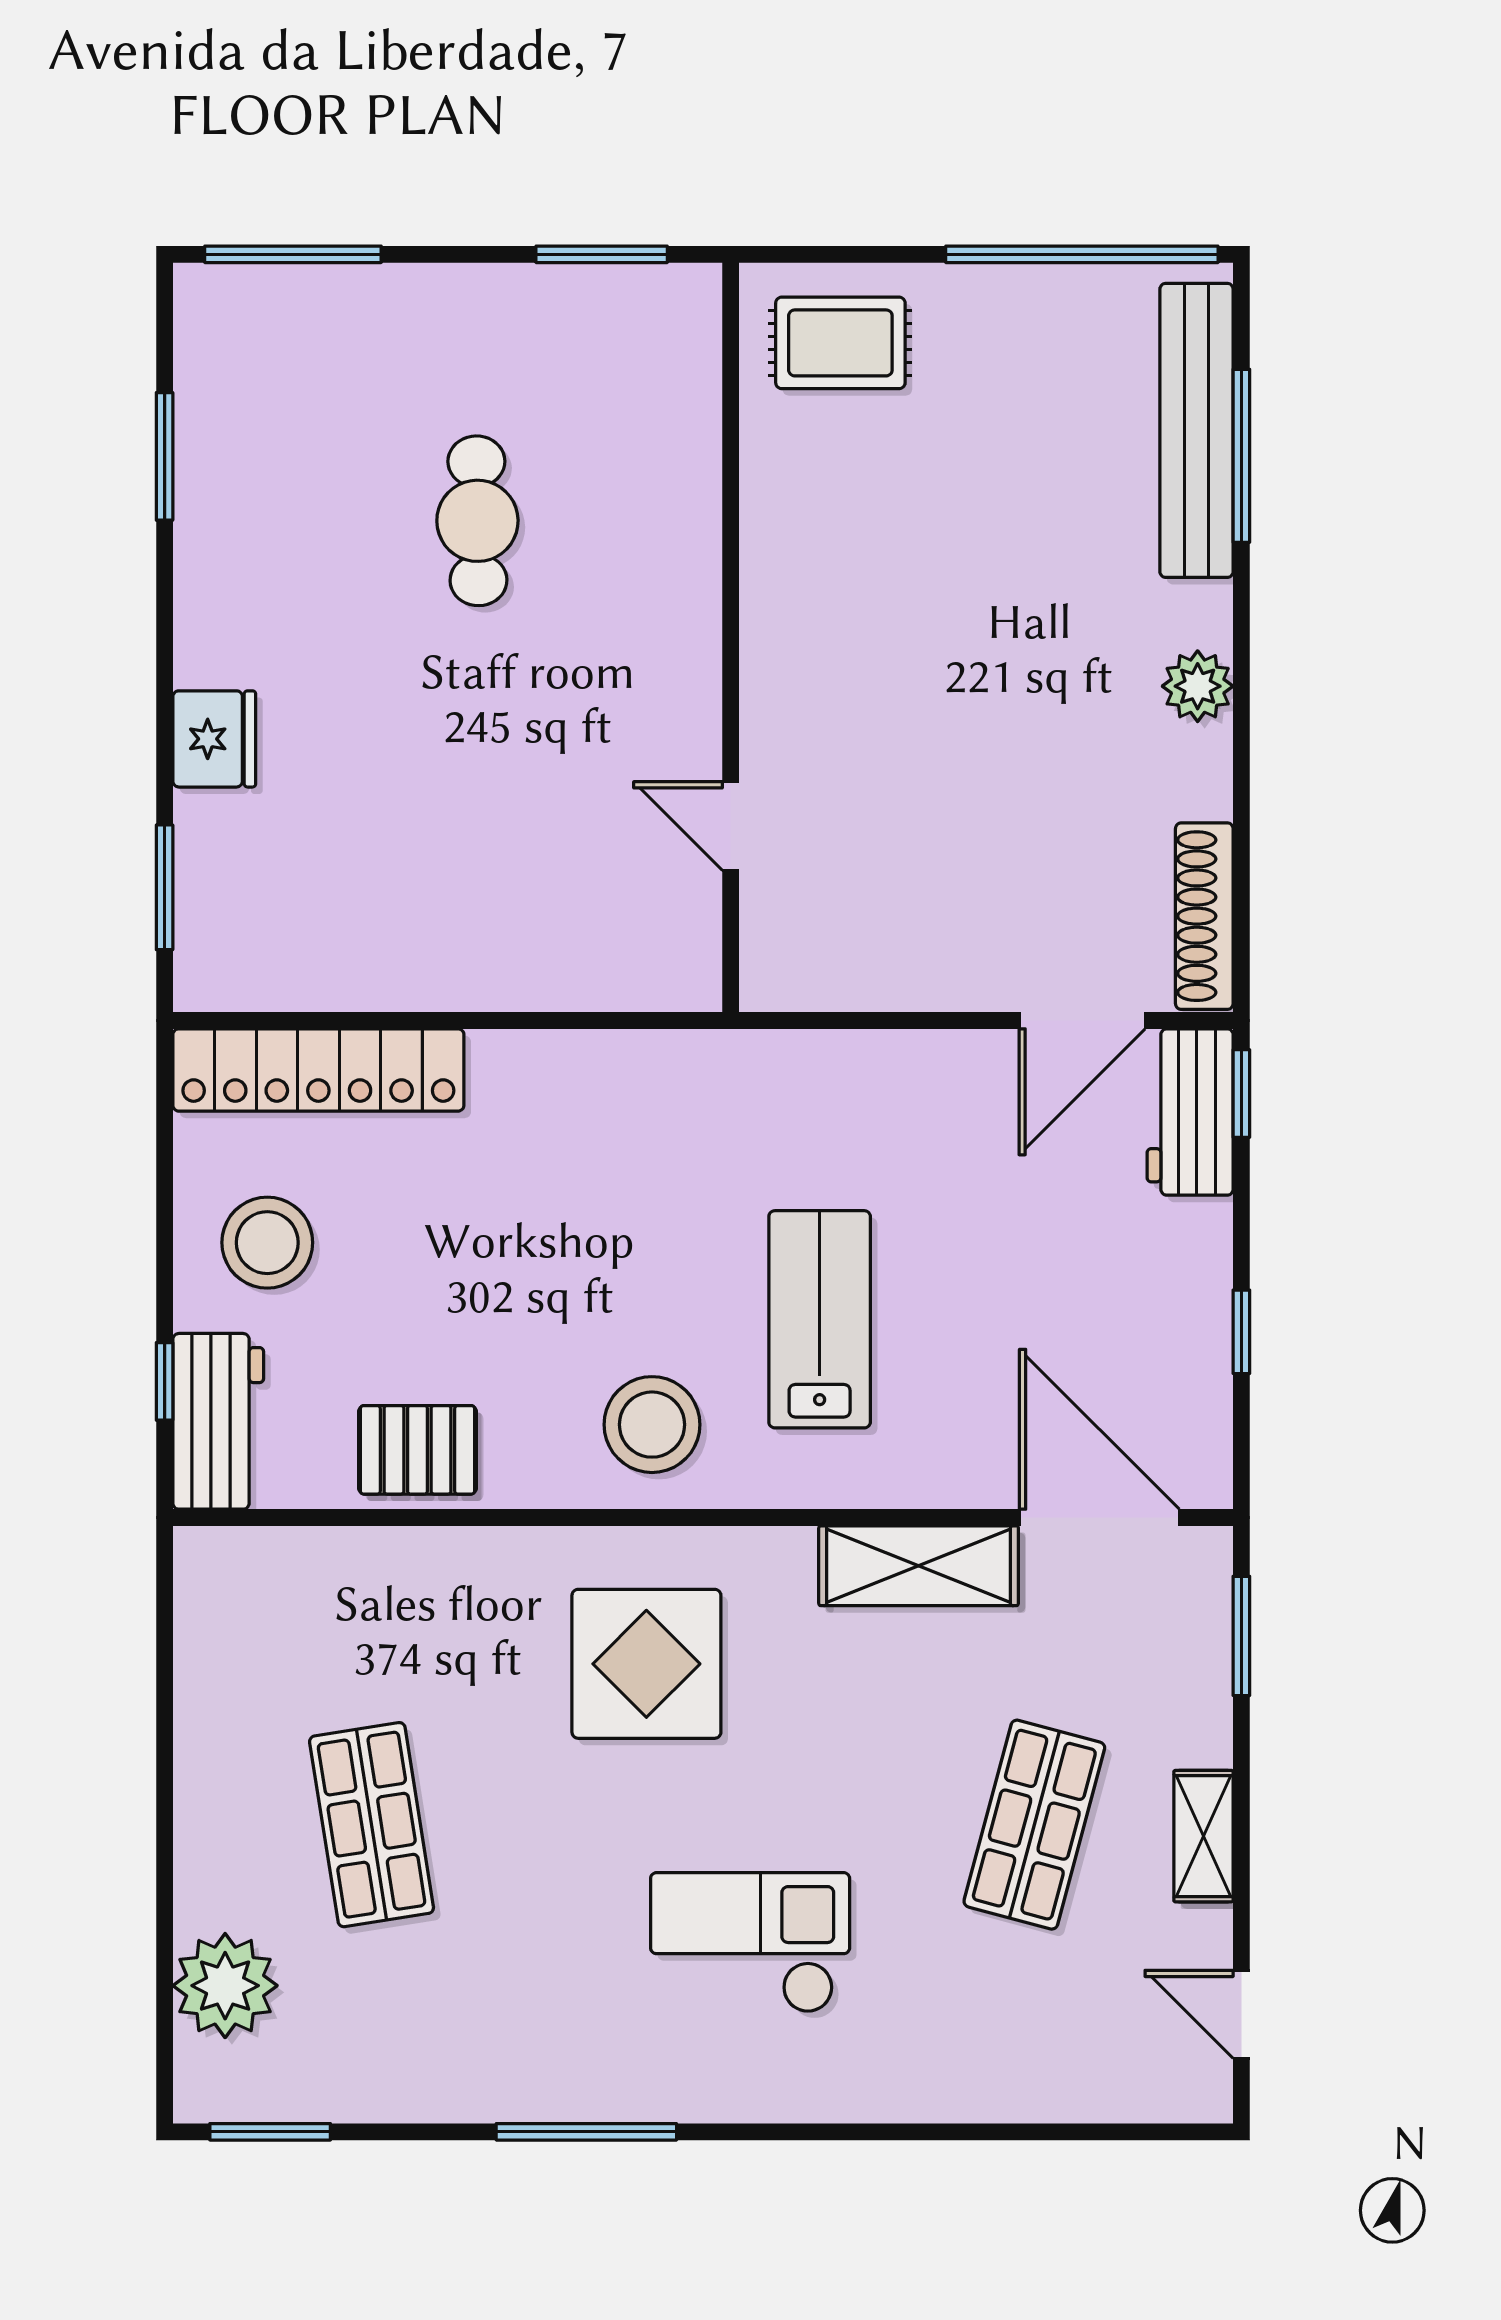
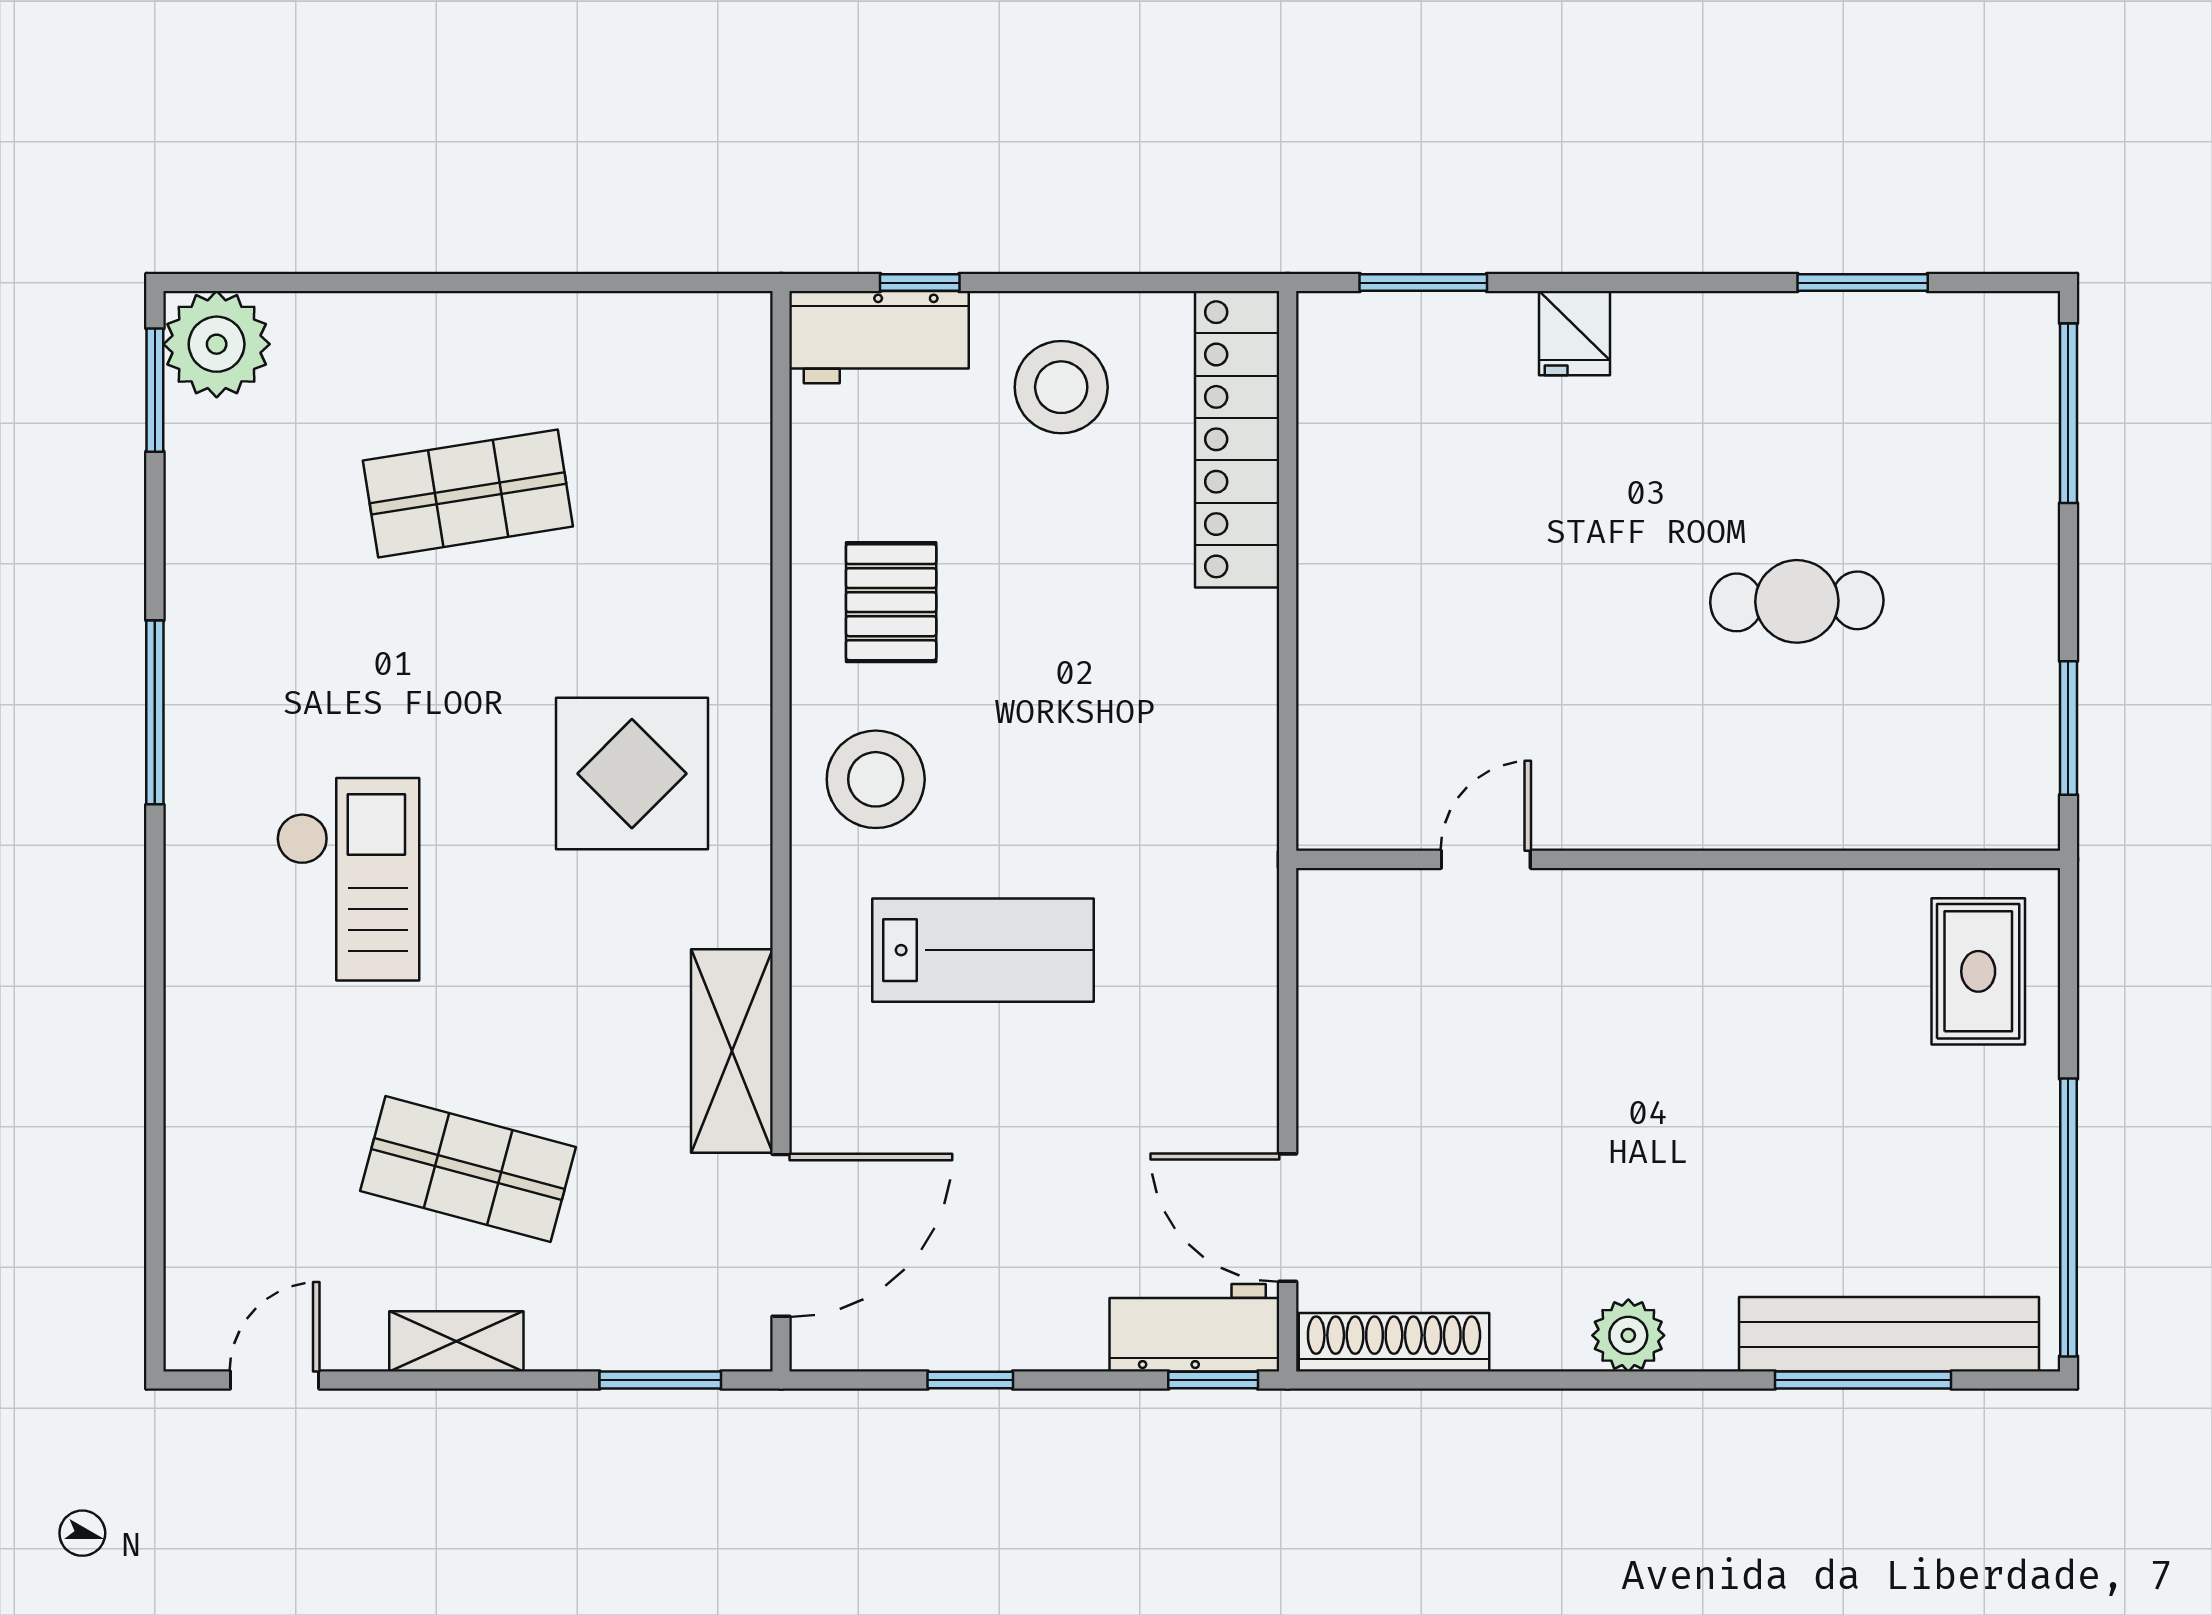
fridge: (214, 739) -> (1575, 333), width x0.72
pallet: (417, 1450) -> (891, 602), moved
plant: (225, 1986) -> (217, 344), moved

